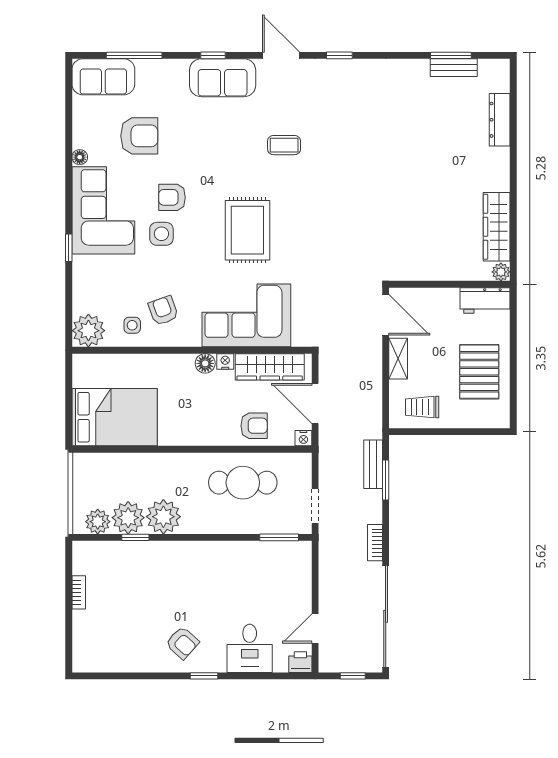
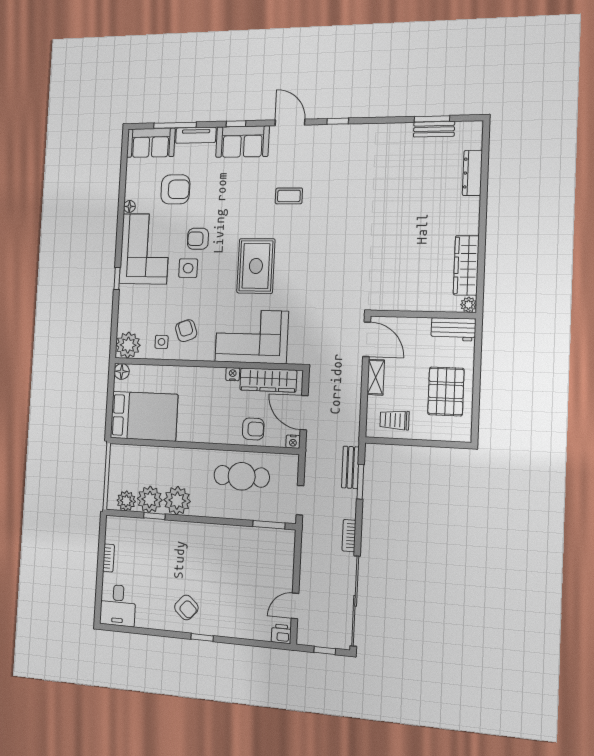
tv unit: (162, 69) -> (196, 135), added
floor lamp: (205, 363) -> (122, 371), moved
desk: (250, 648) -> (118, 605), moved

